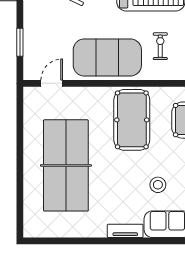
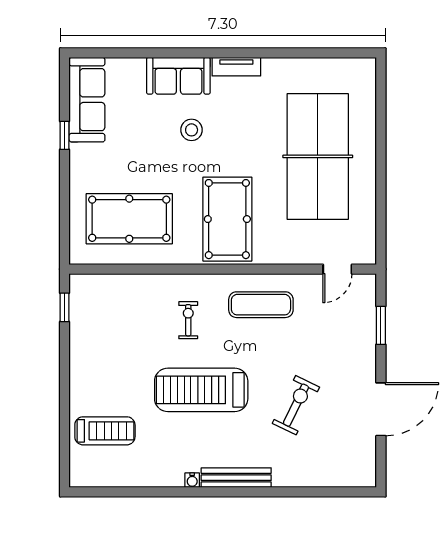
exercise bike: (160, 46) -> (188, 320), turned 180
exercise mat: (107, 57) -> (261, 305), width x0.50, depth x0.69

